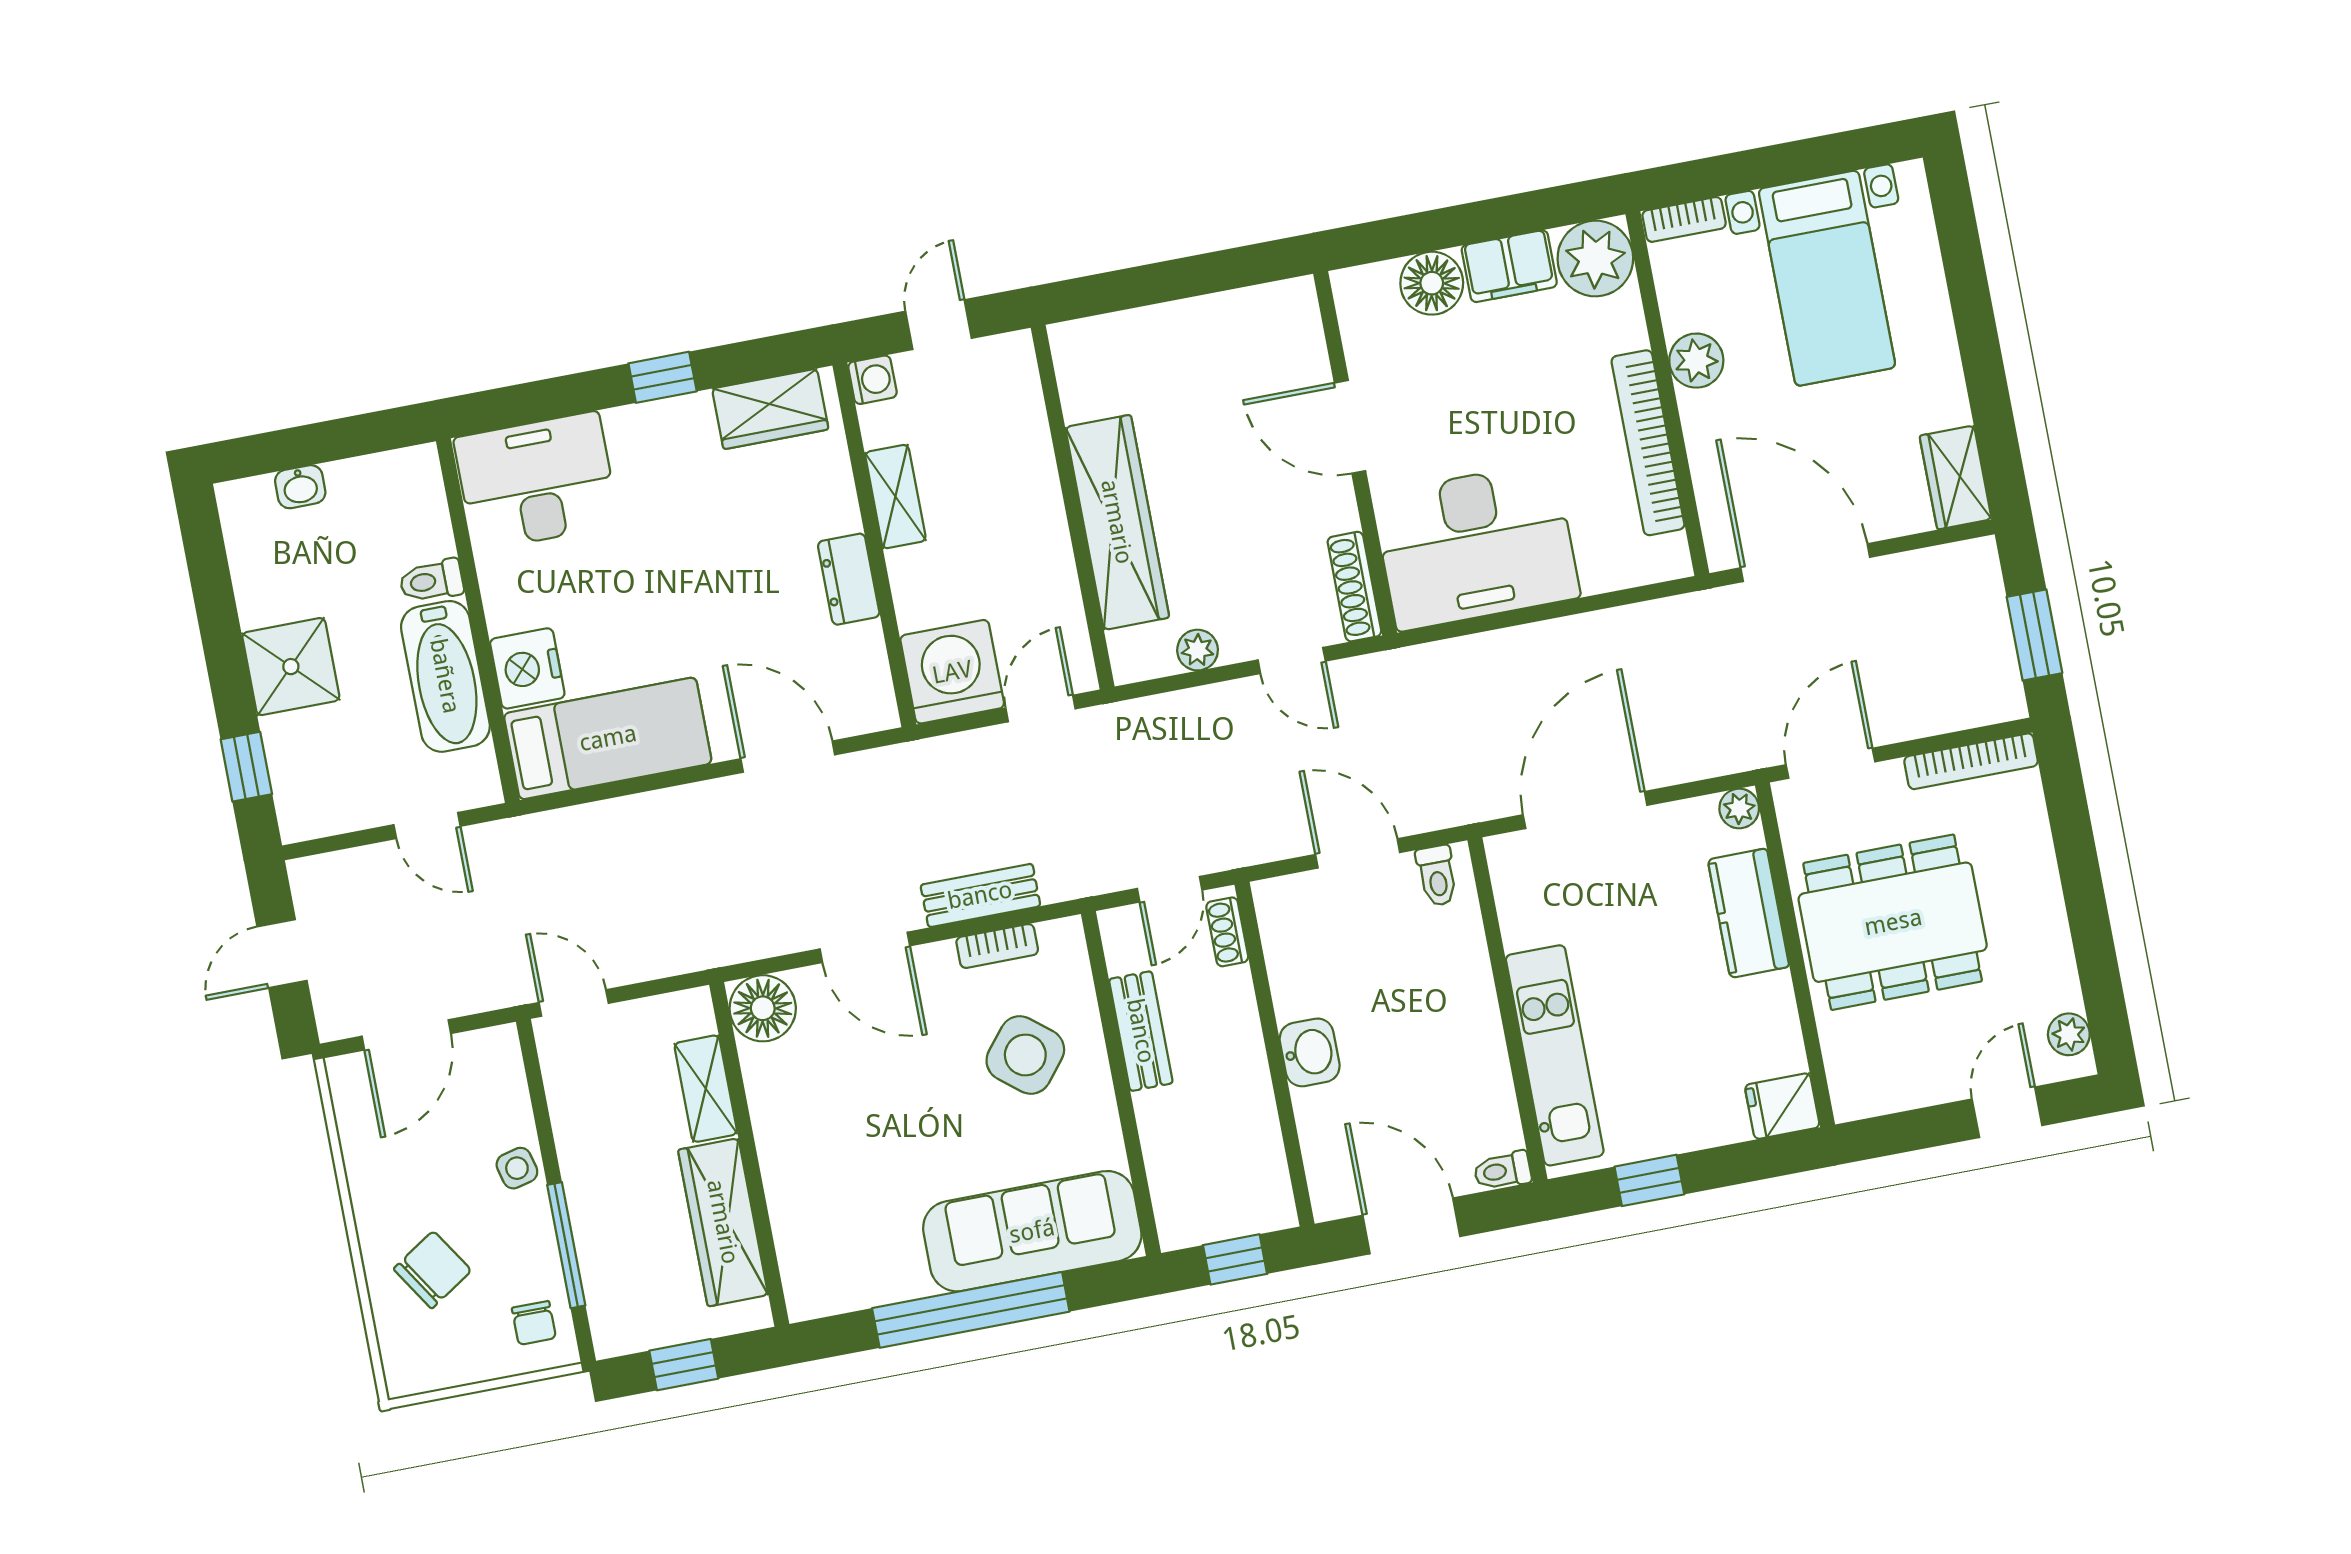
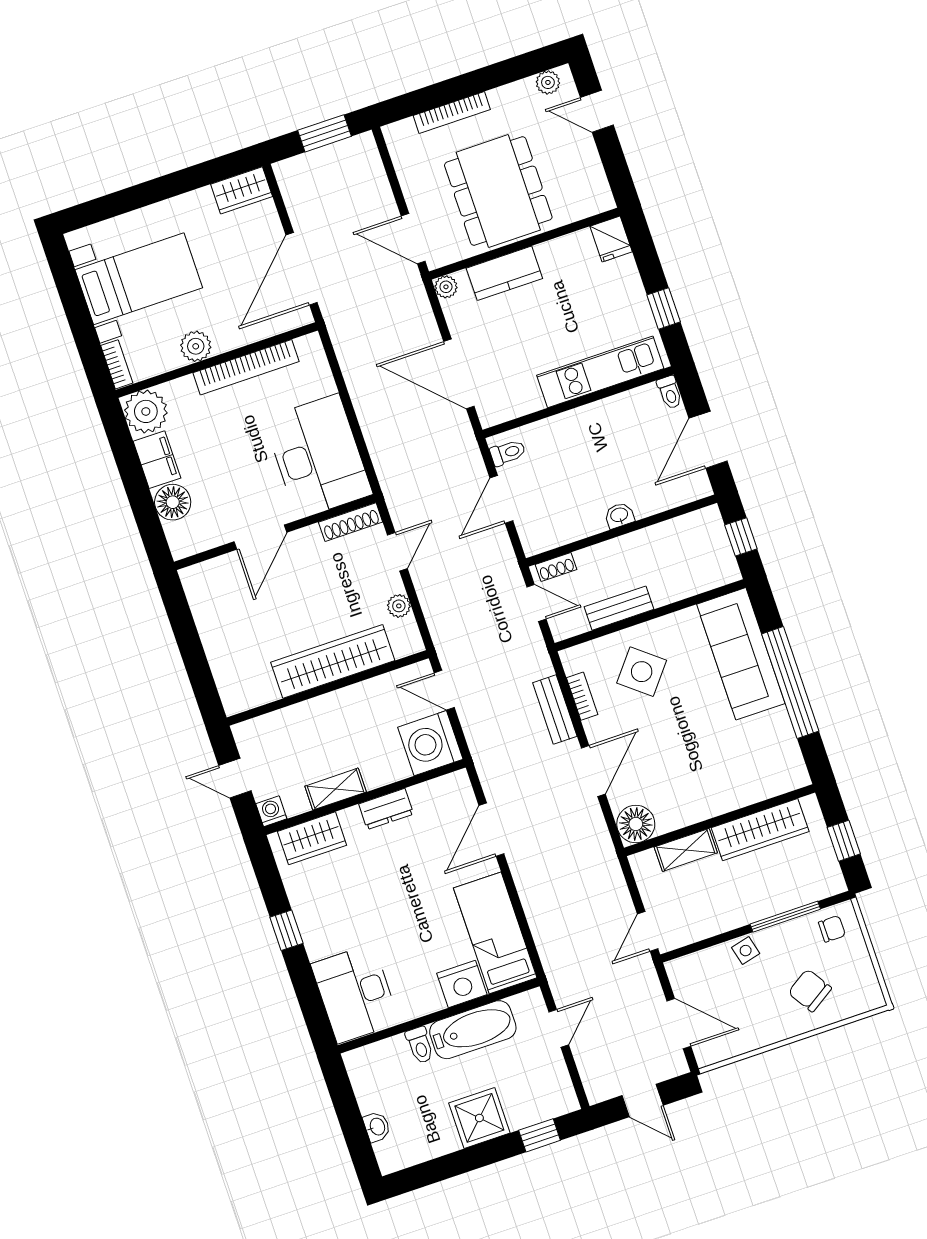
wardrobe: (770, 409) -> (312, 838), moved, turned 90
bookcase: (1971, 761) -> (452, 113), moved, turned 90
washbasin: (1310, 1052) -> (619, 515), width x0.72, depth x0.69

